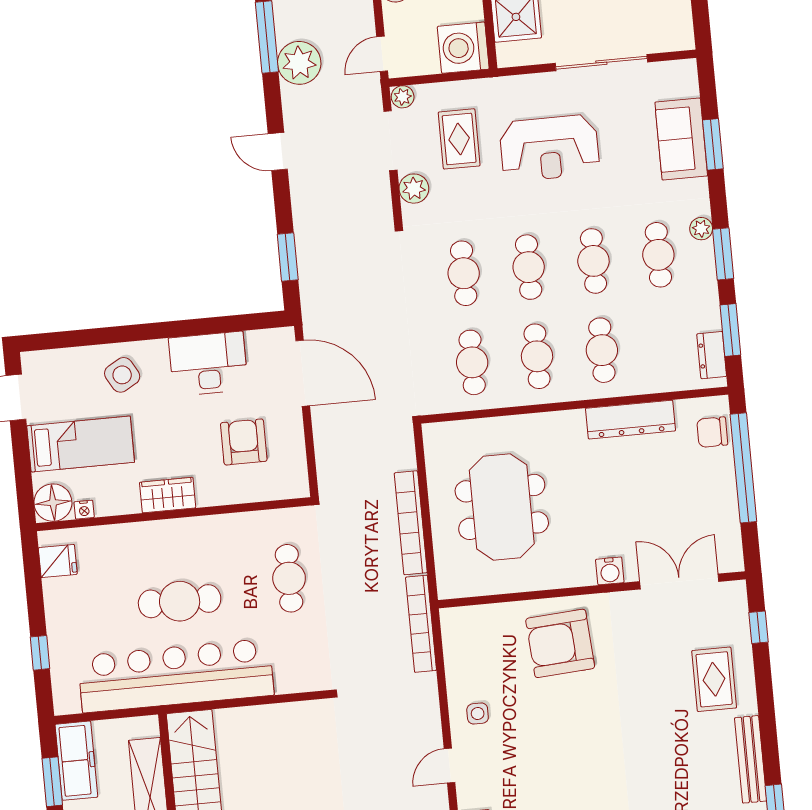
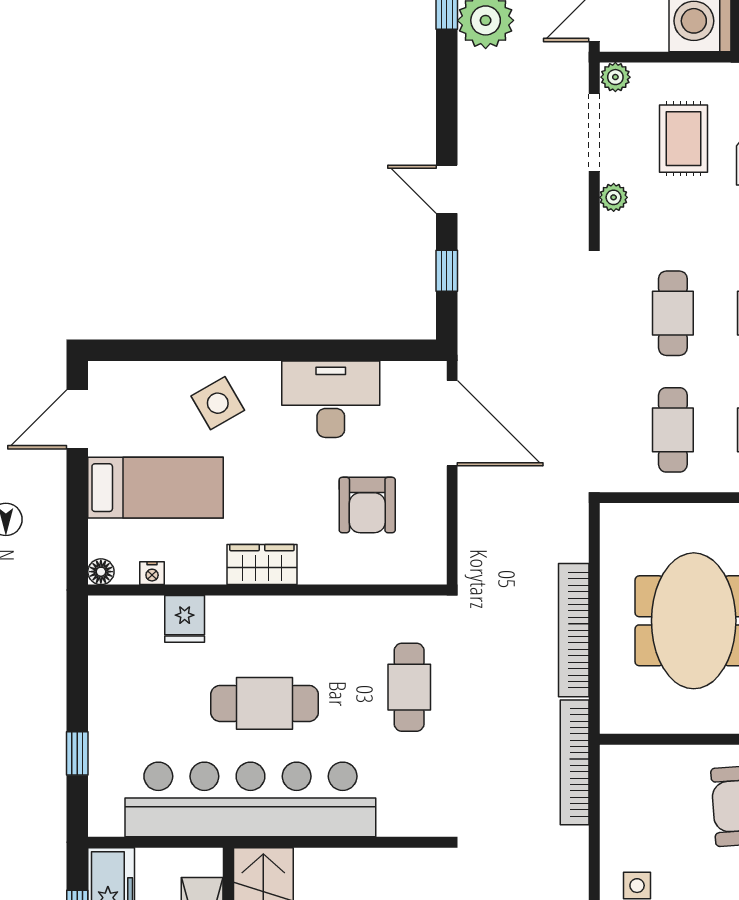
door: (278, 152) -> (447, 189), moved
plant: (414, 189) -> (614, 197), width x0.73, depth x0.73
window: (288, 257) -> (447, 271), width x0.67
armchair: (244, 442) -> (367, 505), turned 180
floor lamp: (53, 503) -> (101, 572), width x0.53, depth x0.53
fridge: (58, 561) -> (185, 619), moved, turned 90

